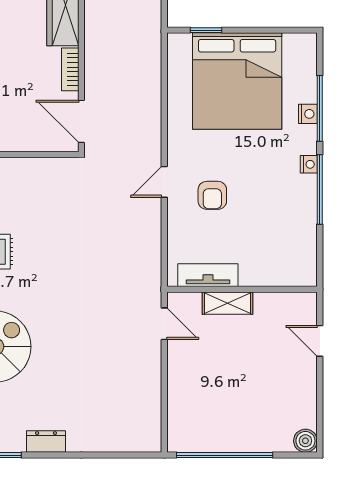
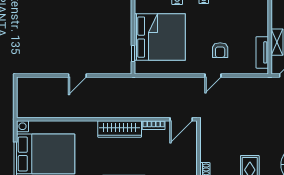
door: (164, 182) -> (213, 75), hinge flipped
armchair: (212, 195) -> (220, 50), turned 90

